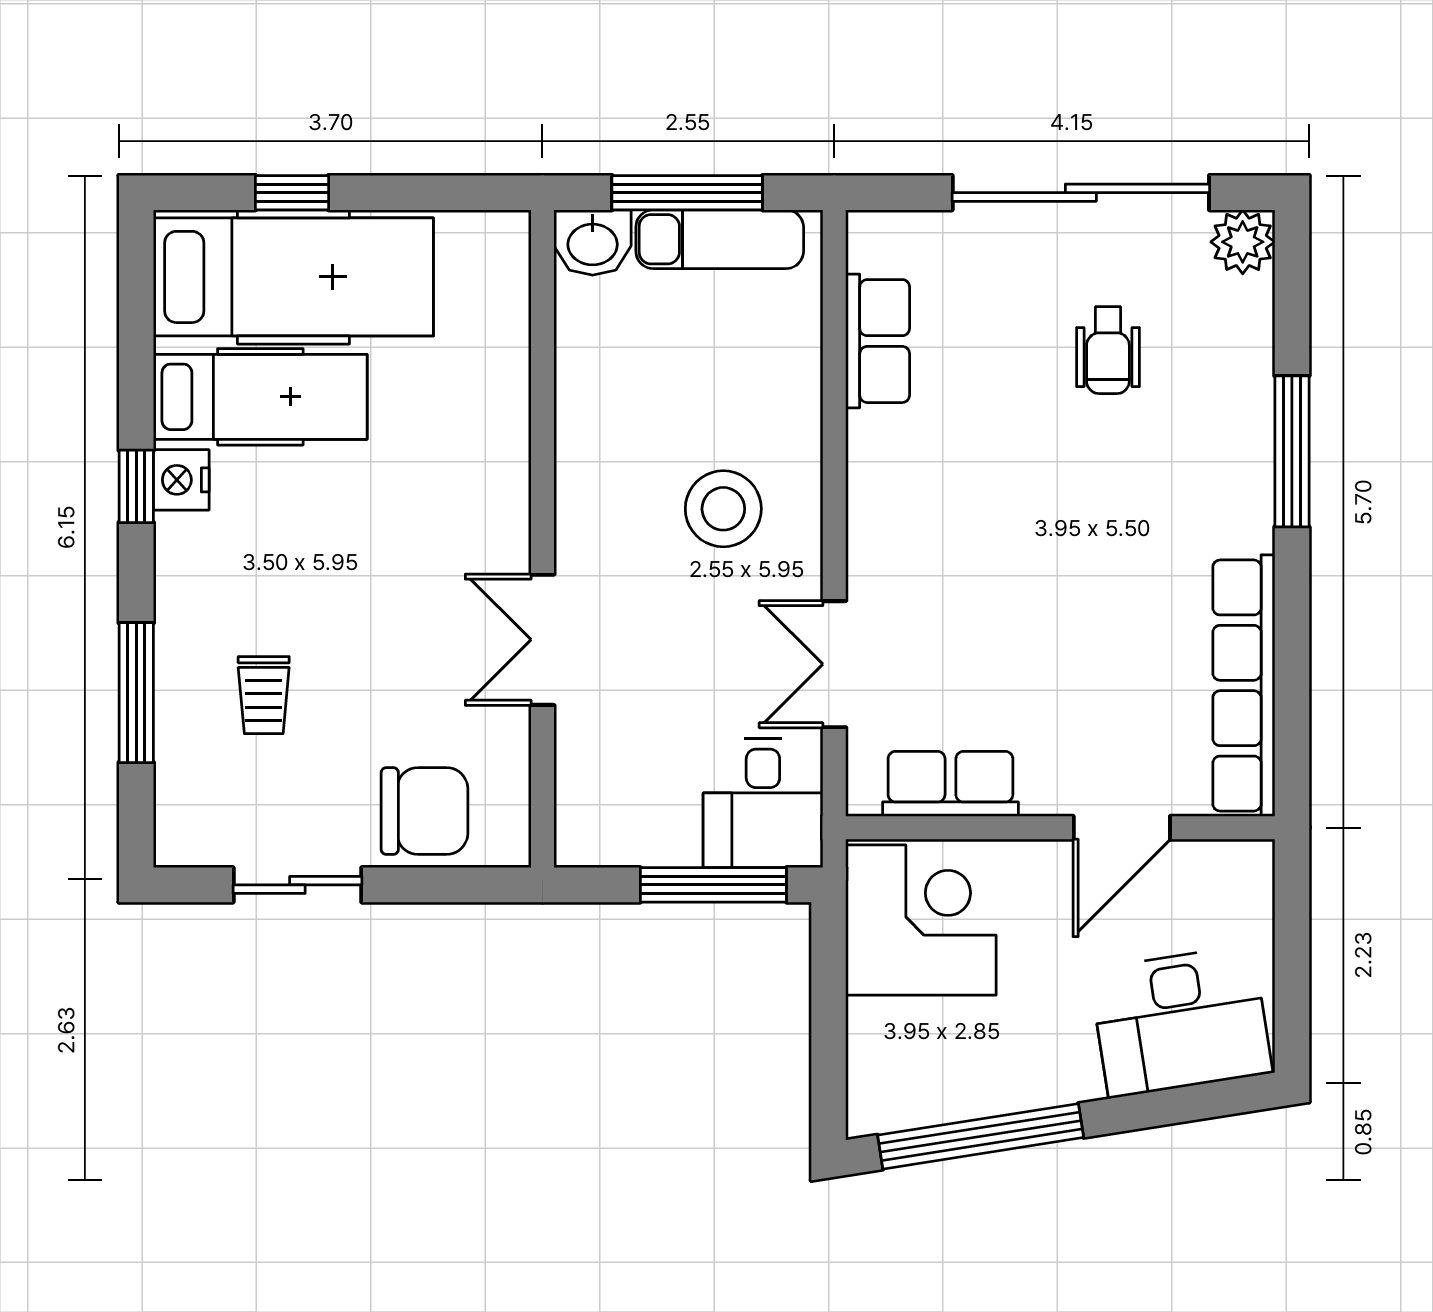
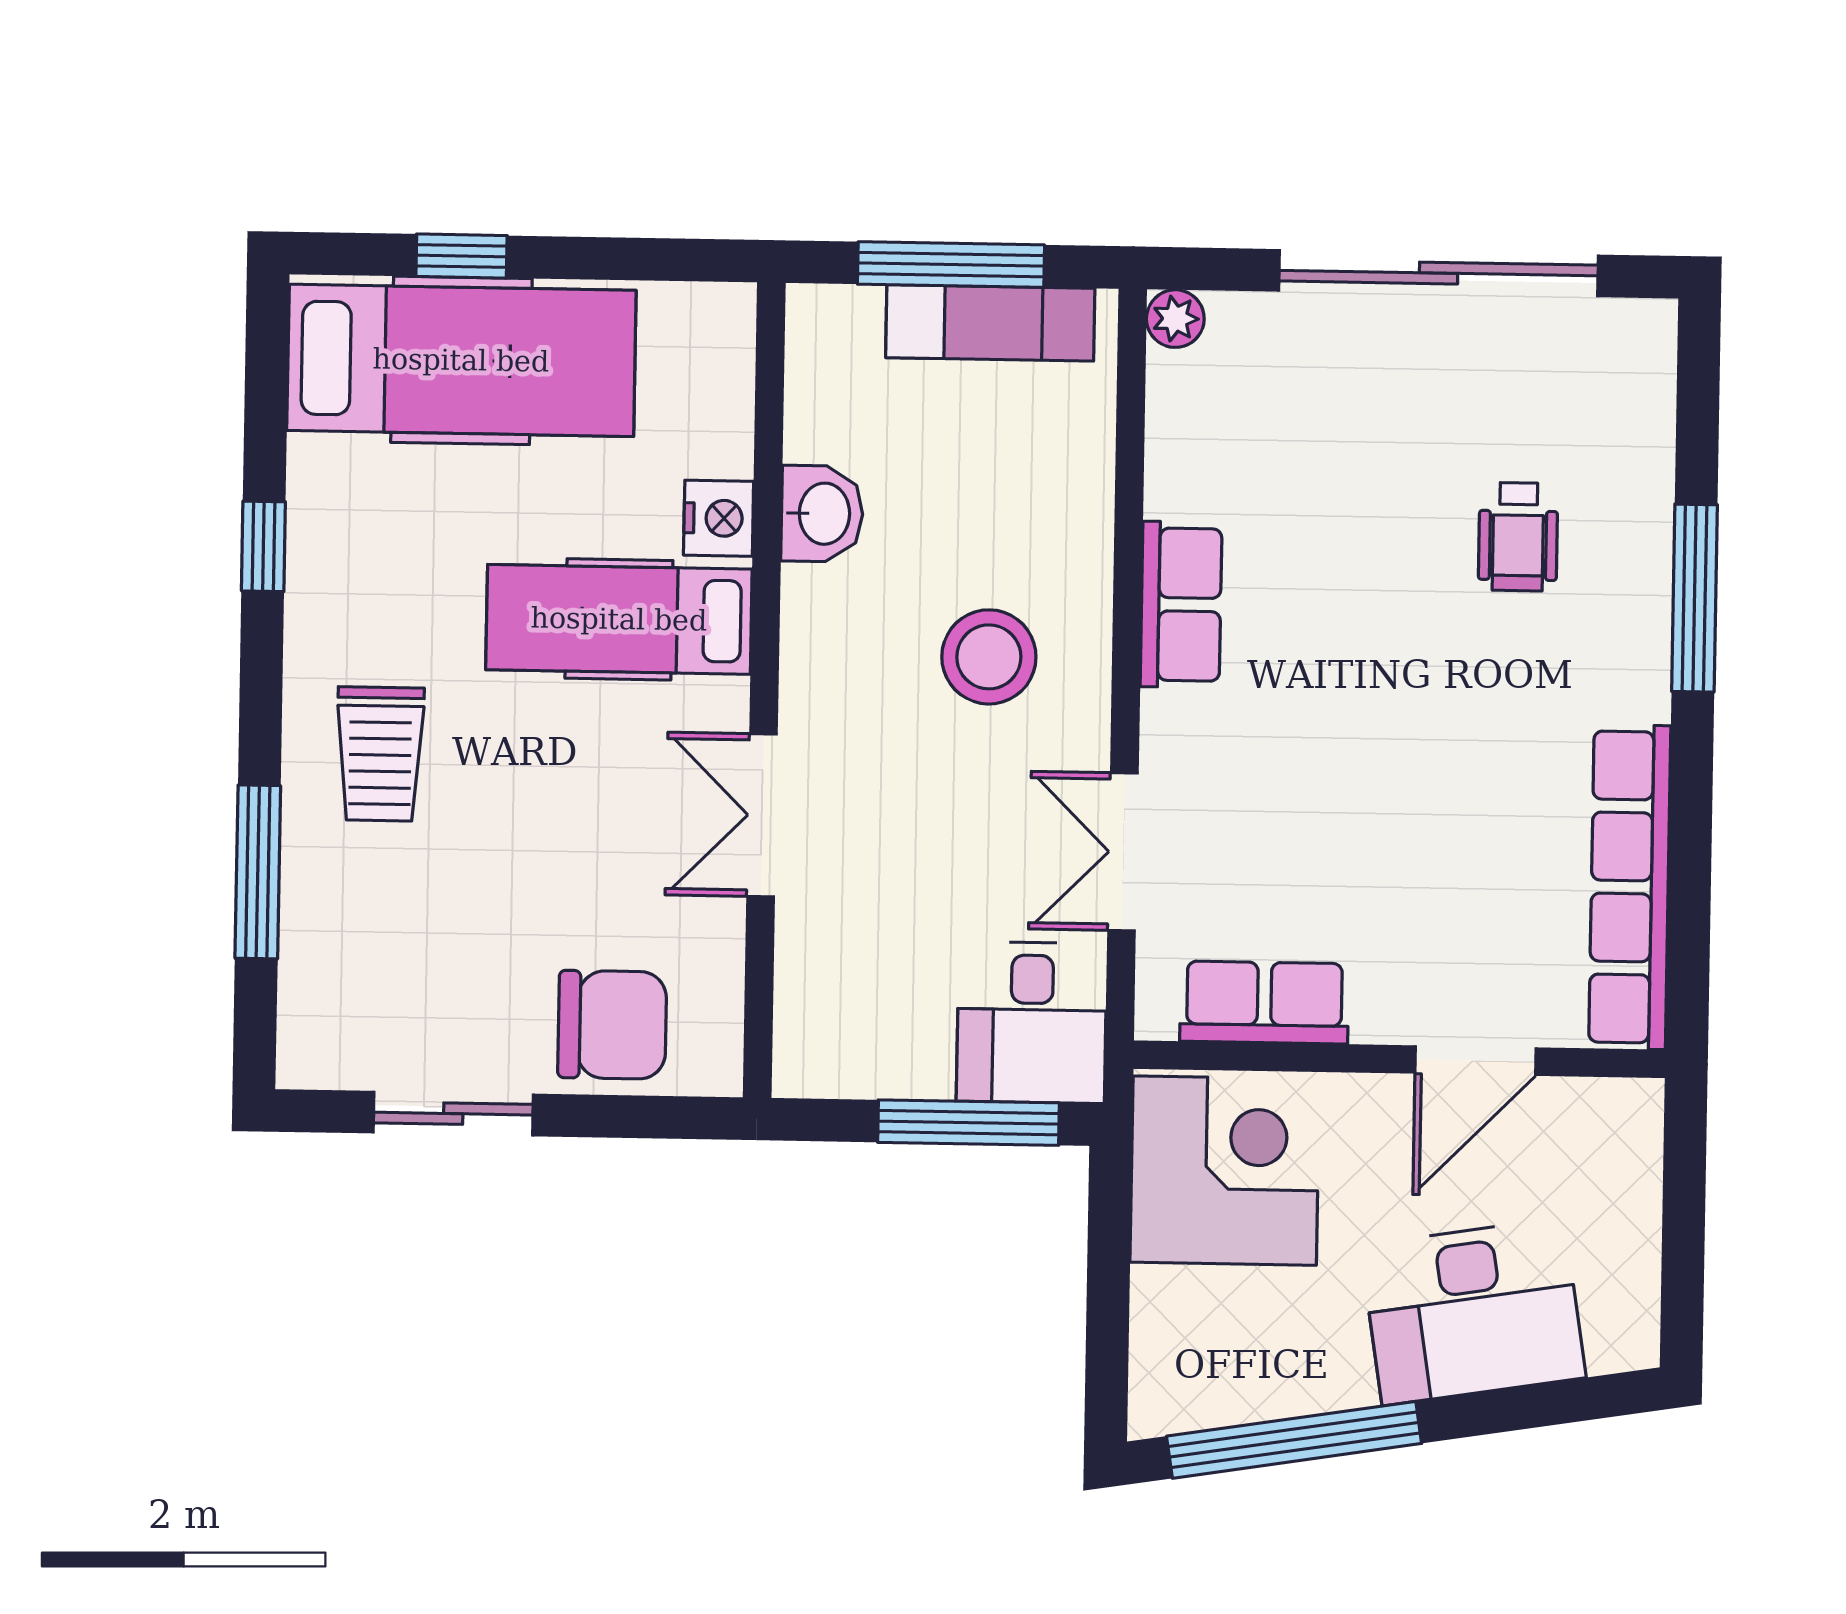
plant: (1243, 242) -> (1175, 319), moved, width x0.73, depth x0.73
washbasin: (593, 243) -> (822, 514), moved, turned -90
row of seats: (878, 341) -> (1181, 604), moved
wheelchair: (1108, 350) -> (1518, 537), moved
hospital bed: (260, 397) -> (619, 619), moved, turned 180
nightstand: (181, 480) -> (719, 518), moved, turned 180
window: (136, 486) -> (263, 546), moved
trolley: (264, 695) -> (380, 754), moved, width x1.36, depth x1.39
desk: (1181, 1021) -> (1473, 1312), moved

